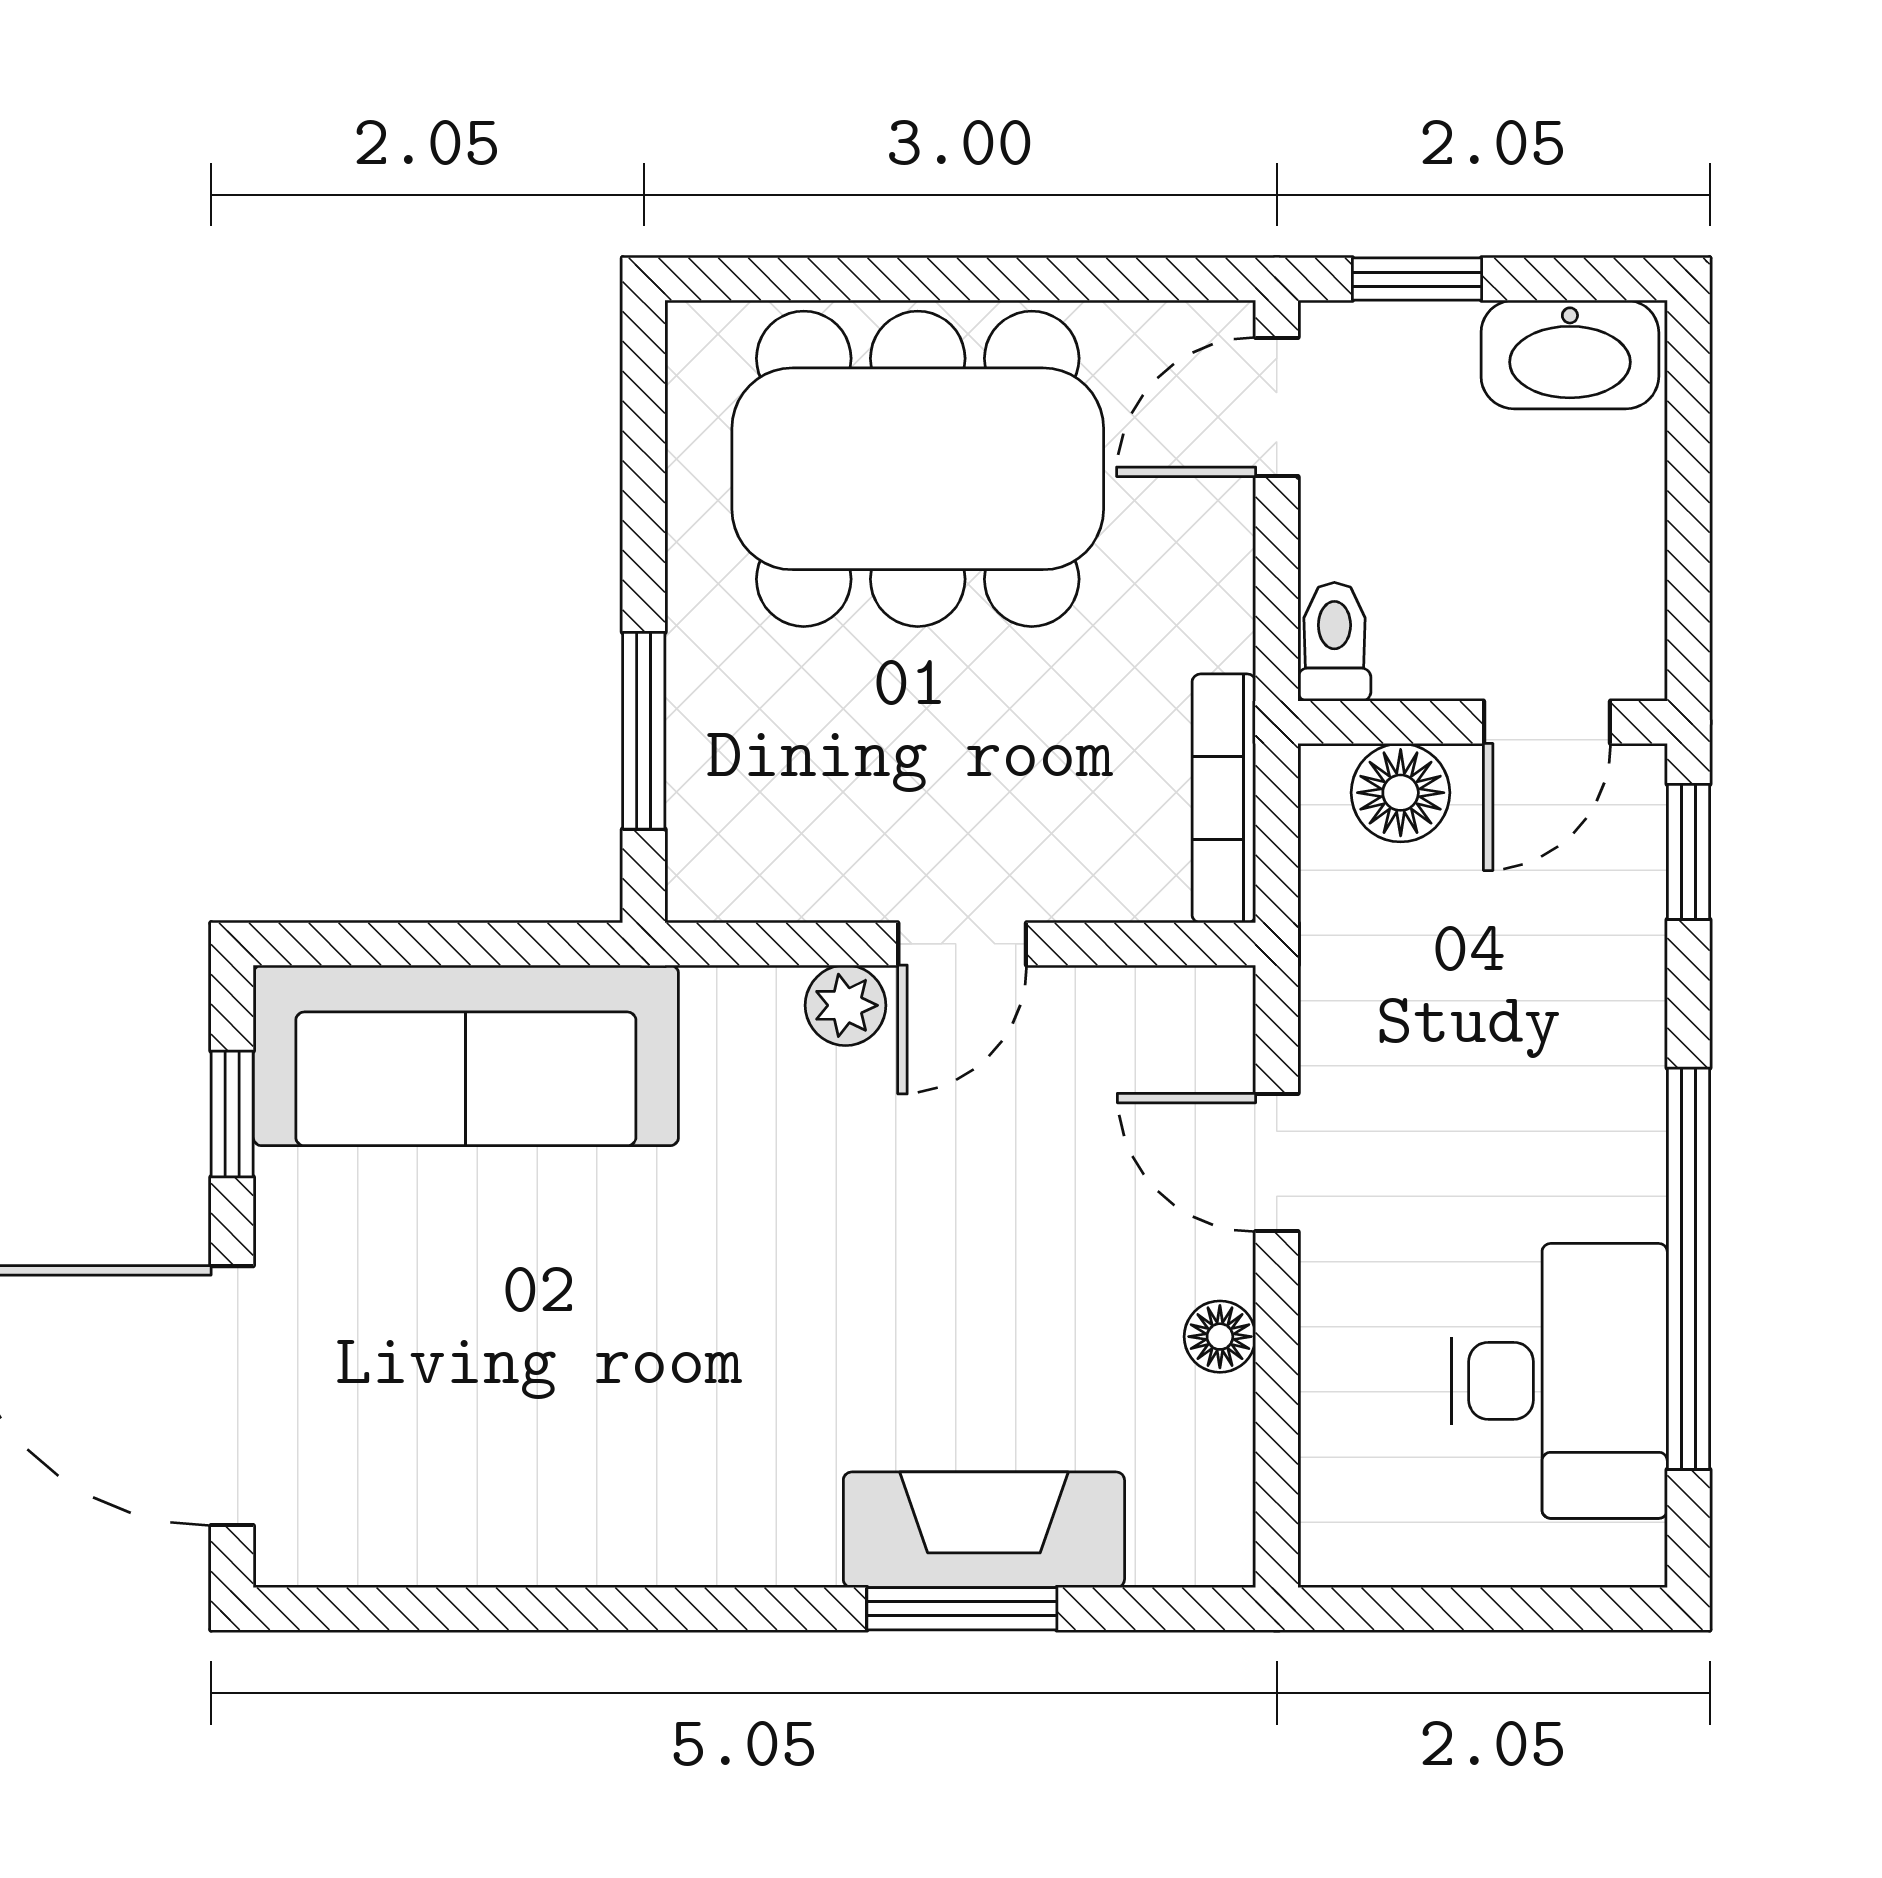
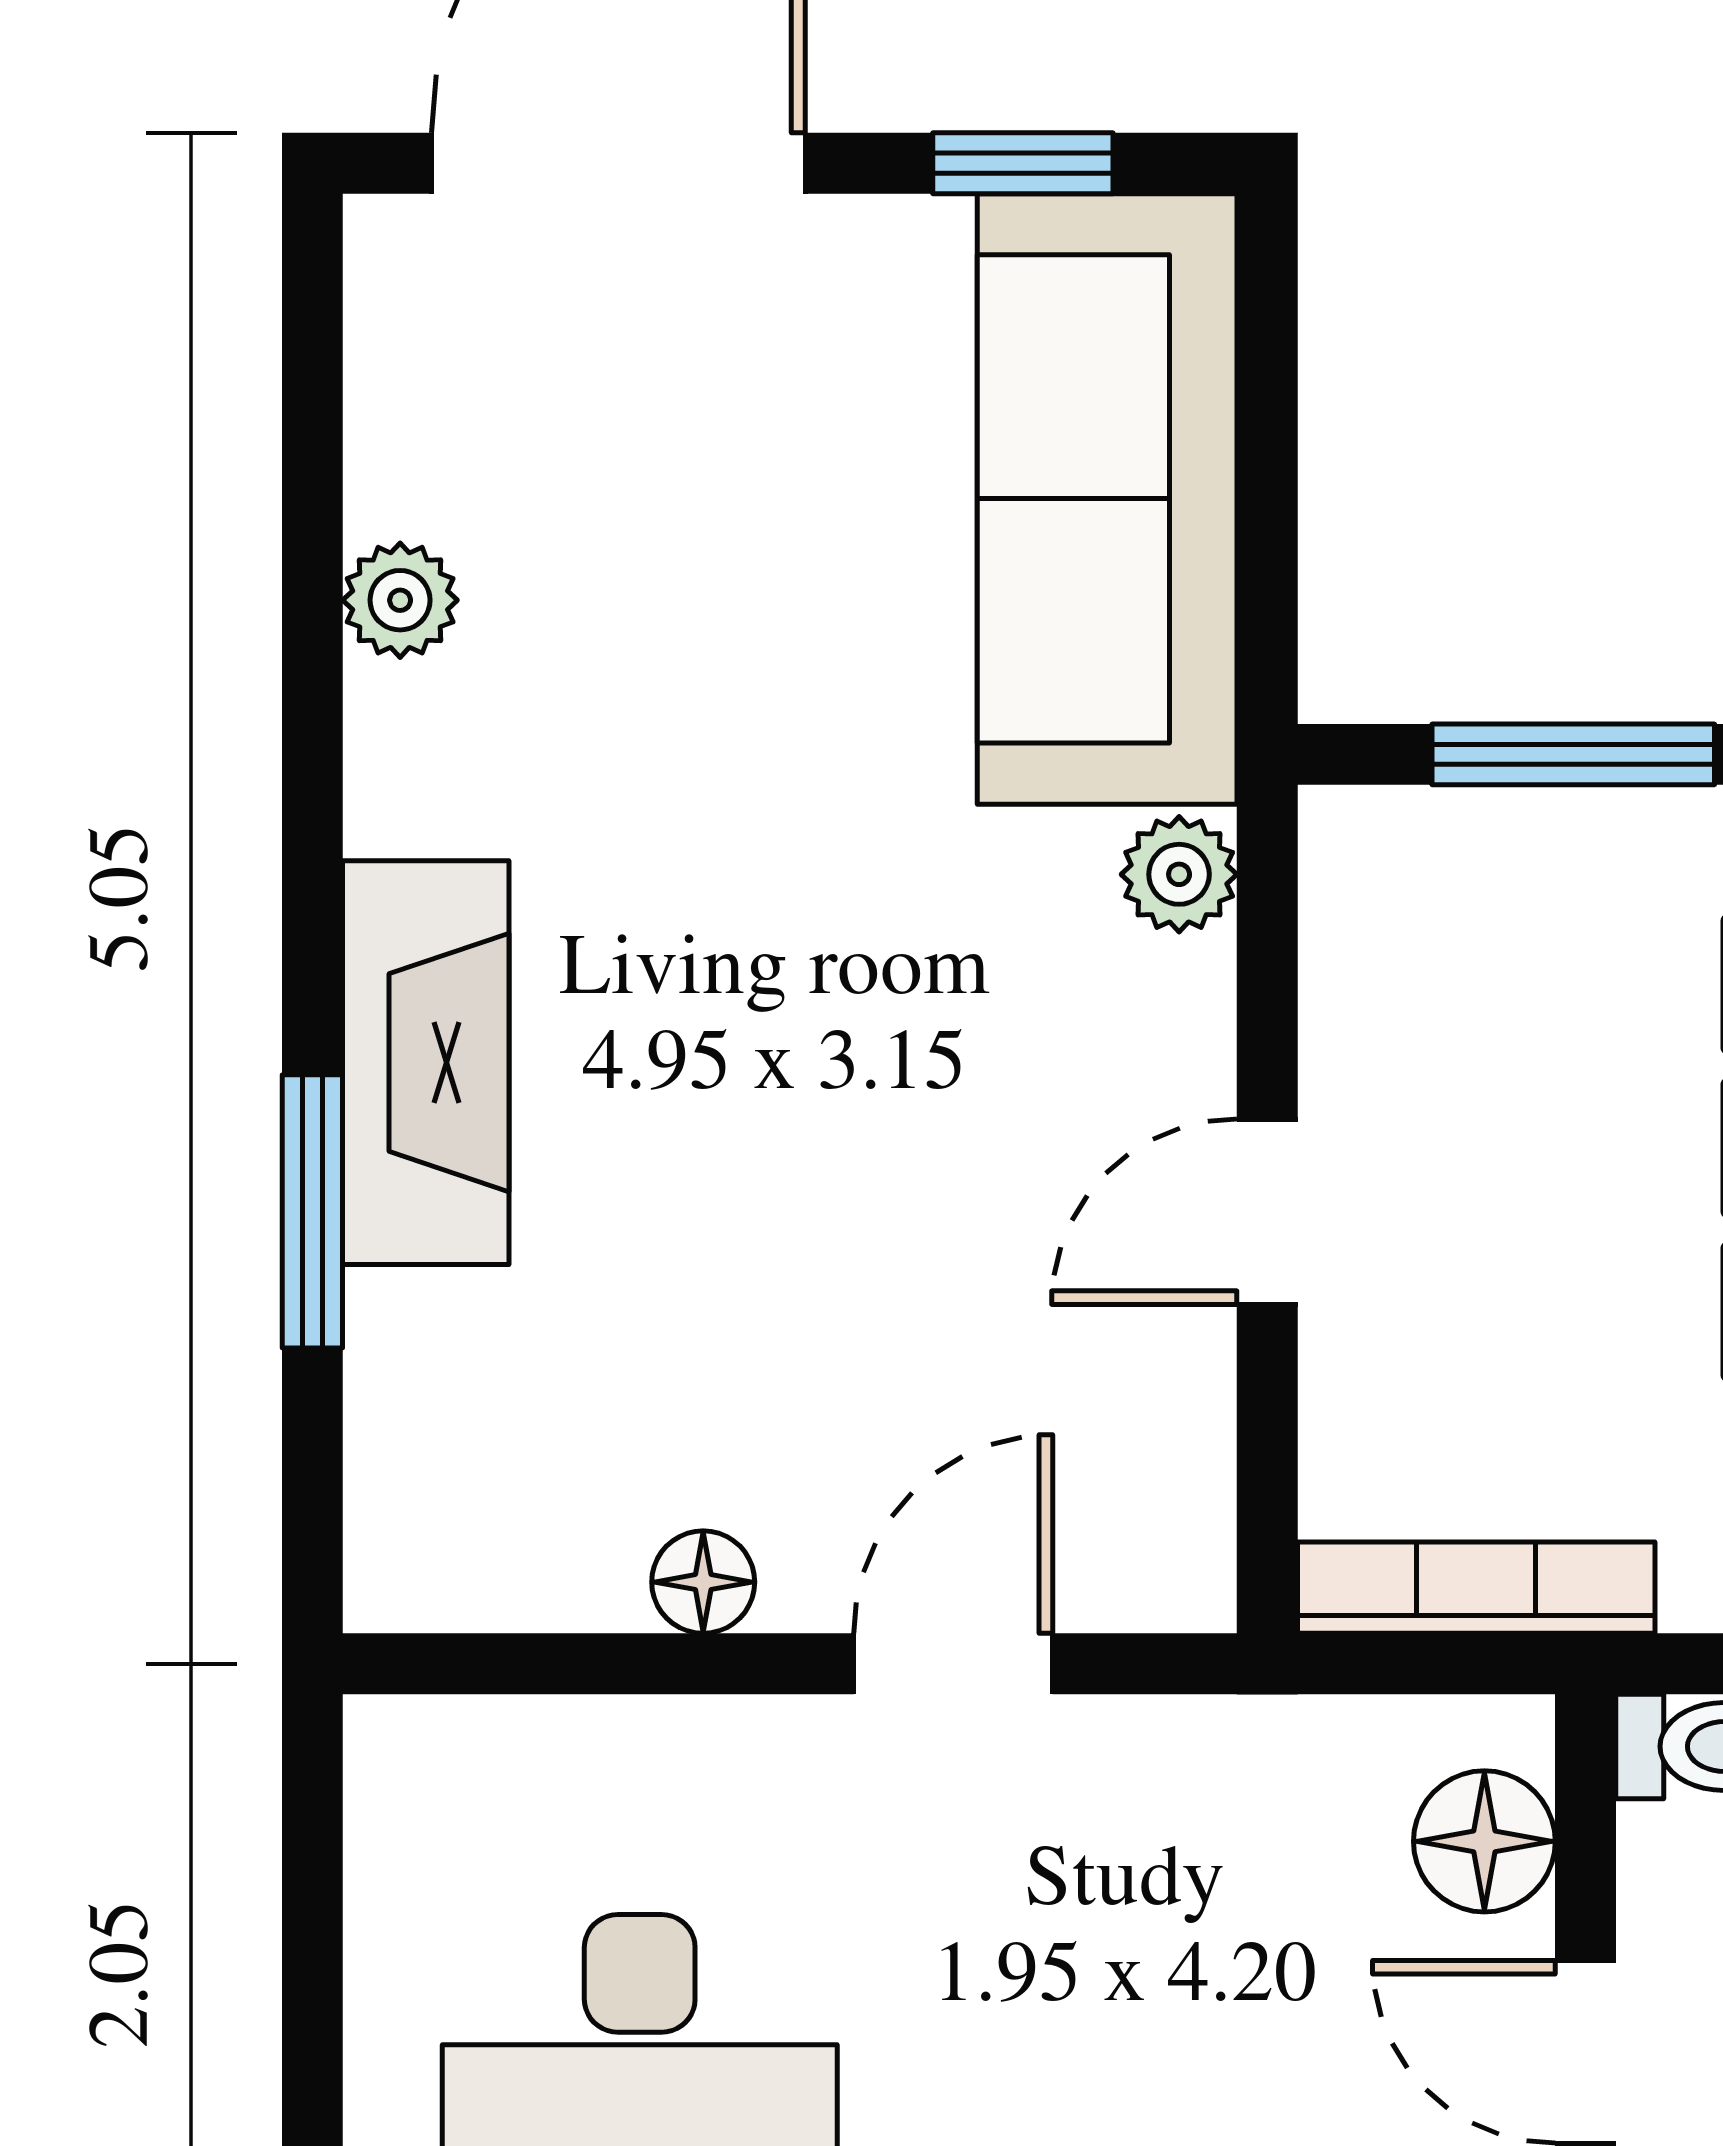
door: (962, 944) -> (1267, 1212), hinge flipped
plant: (846, 1005) -> (1179, 874), moved
fireplace: (984, 1530) -> (426, 1063), moved
plant: (536, 1548) -> (400, 600), added

